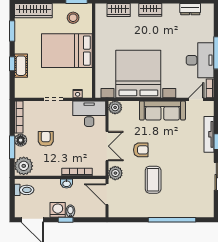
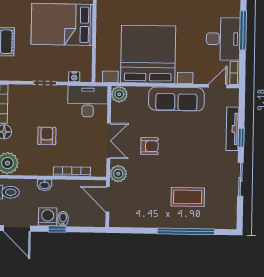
armchair: (46, 139) -> (47, 136), moved
coffee table: (153, 180) -> (188, 197), moved, turned 90
washbasin: (67, 183) -> (45, 185), moved

